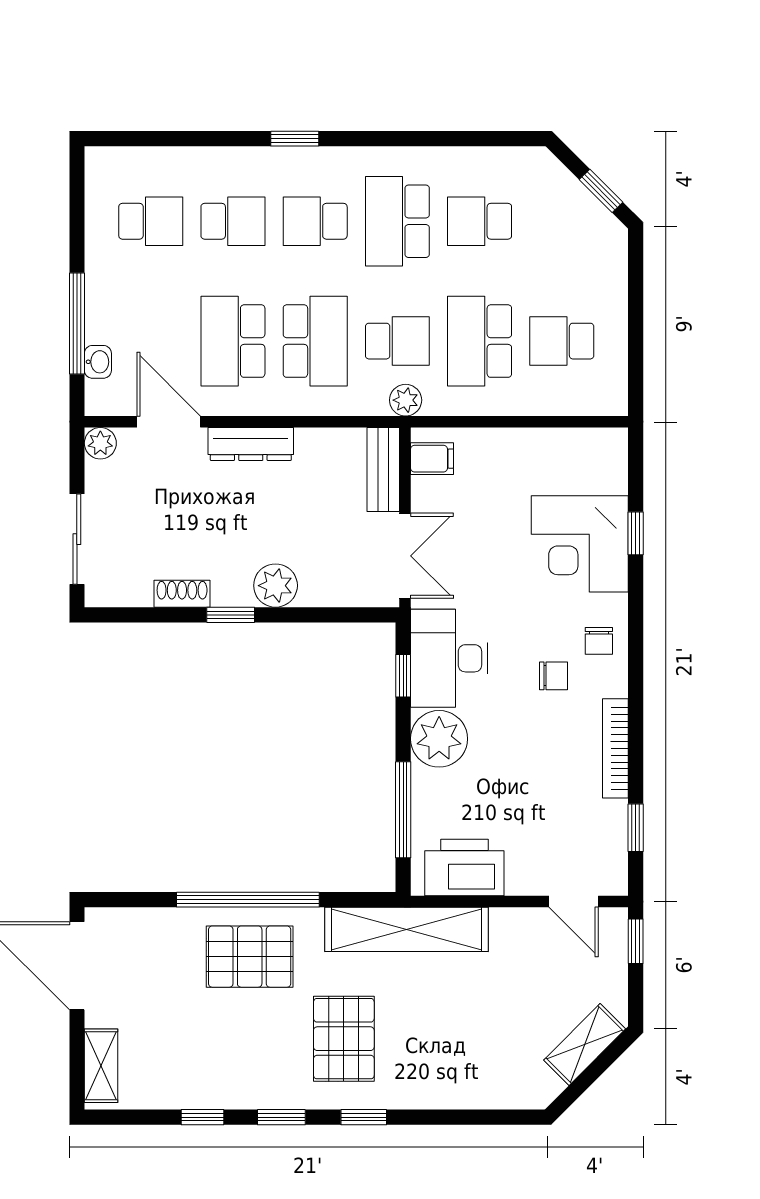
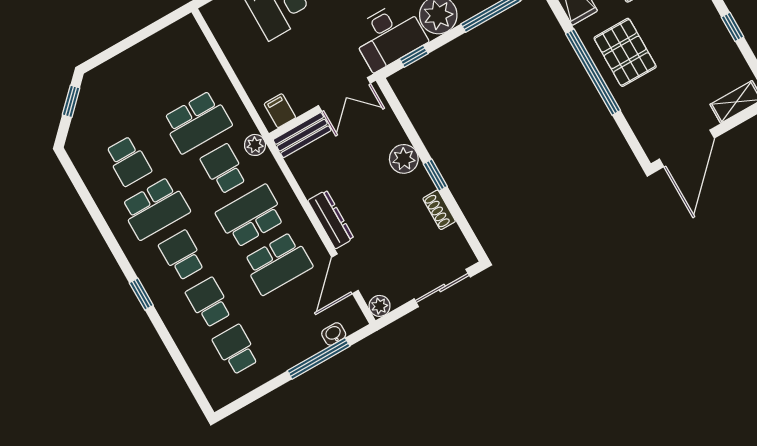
school desk: (315, 221) -> (182, 255), turned 180
school desk: (562, 341) -> (170, 75), removed
double door: (405, 556) -> (344, 94), swing flipped

